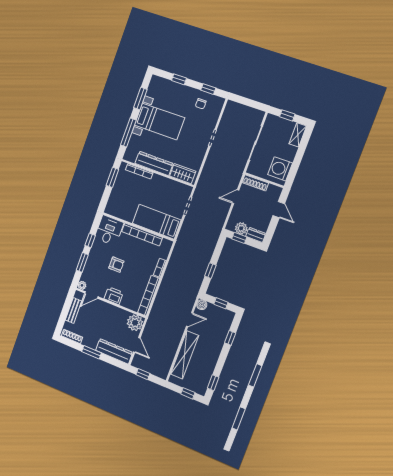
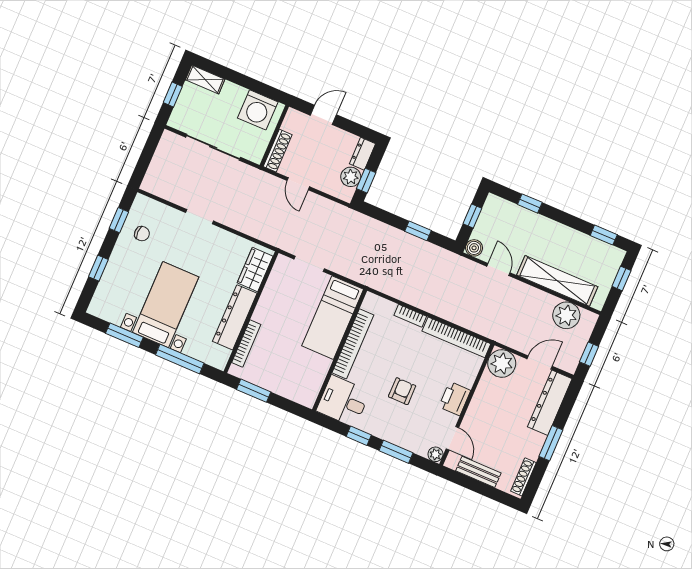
plant: (165, 361) -> (566, 315), added

